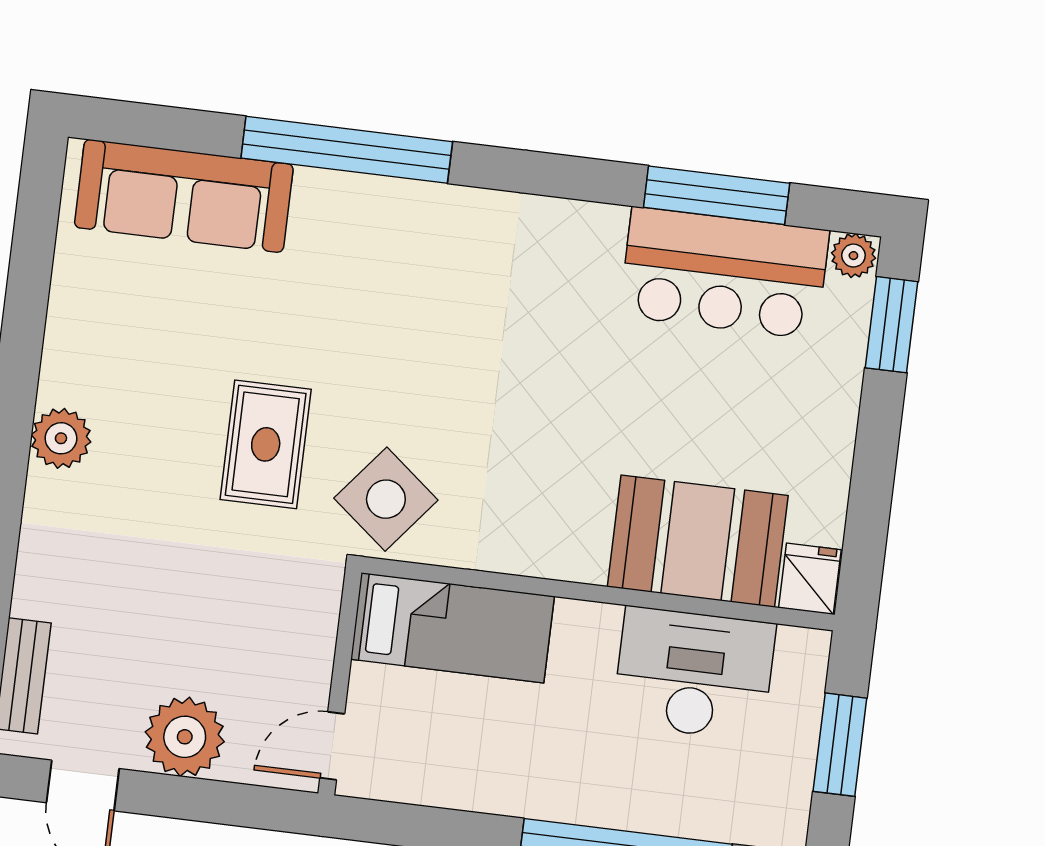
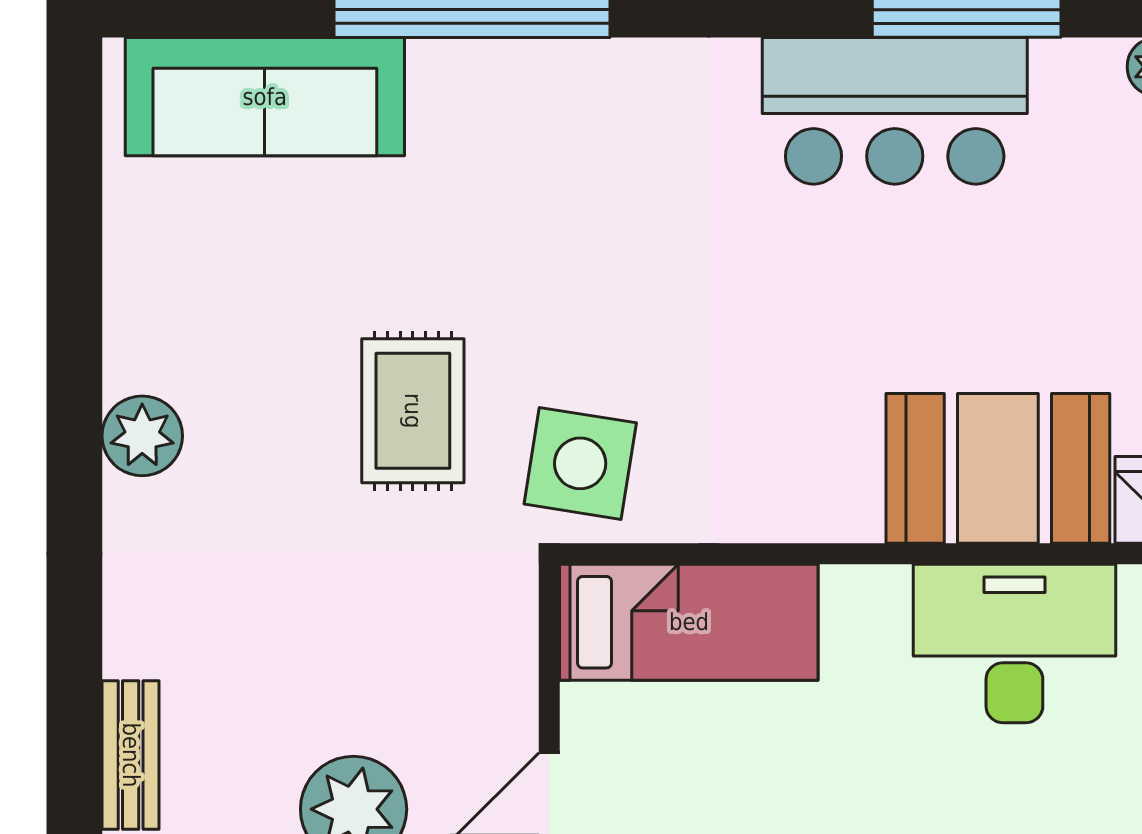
bar counter: (724, 273) -> (895, 111), moved
side table: (386, 499) -> (580, 463), turned -30

